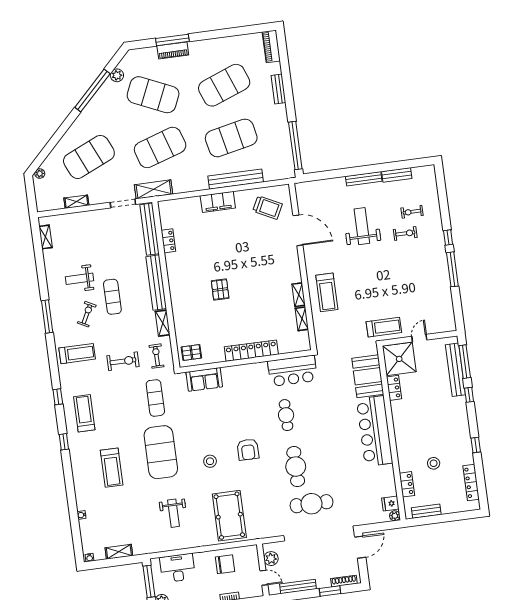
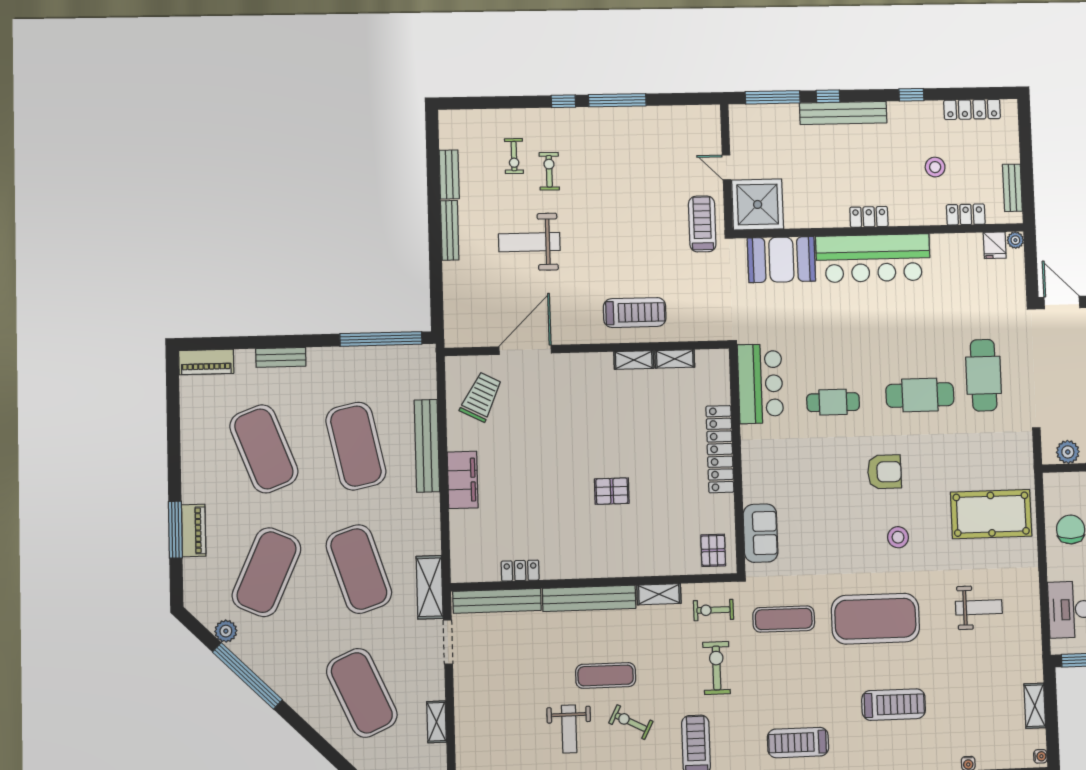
bench: (455, 370) -> (843, 113), moved
locker: (394, 388) -> (869, 217), moved

